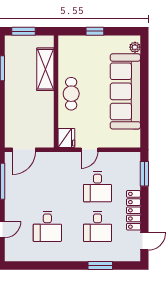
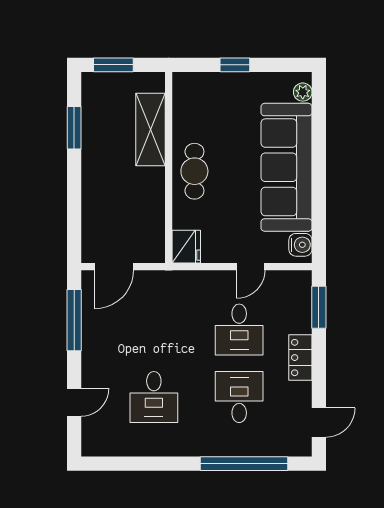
water cooler: (134, 137) -> (300, 245), added
door: (89, 150) -> (251, 267), moved
locker: (133, 210) -> (300, 358), width x0.66
desk: (98, 226) -> (239, 397), turned 180
window: (100, 266) -> (244, 464), width x2.11

